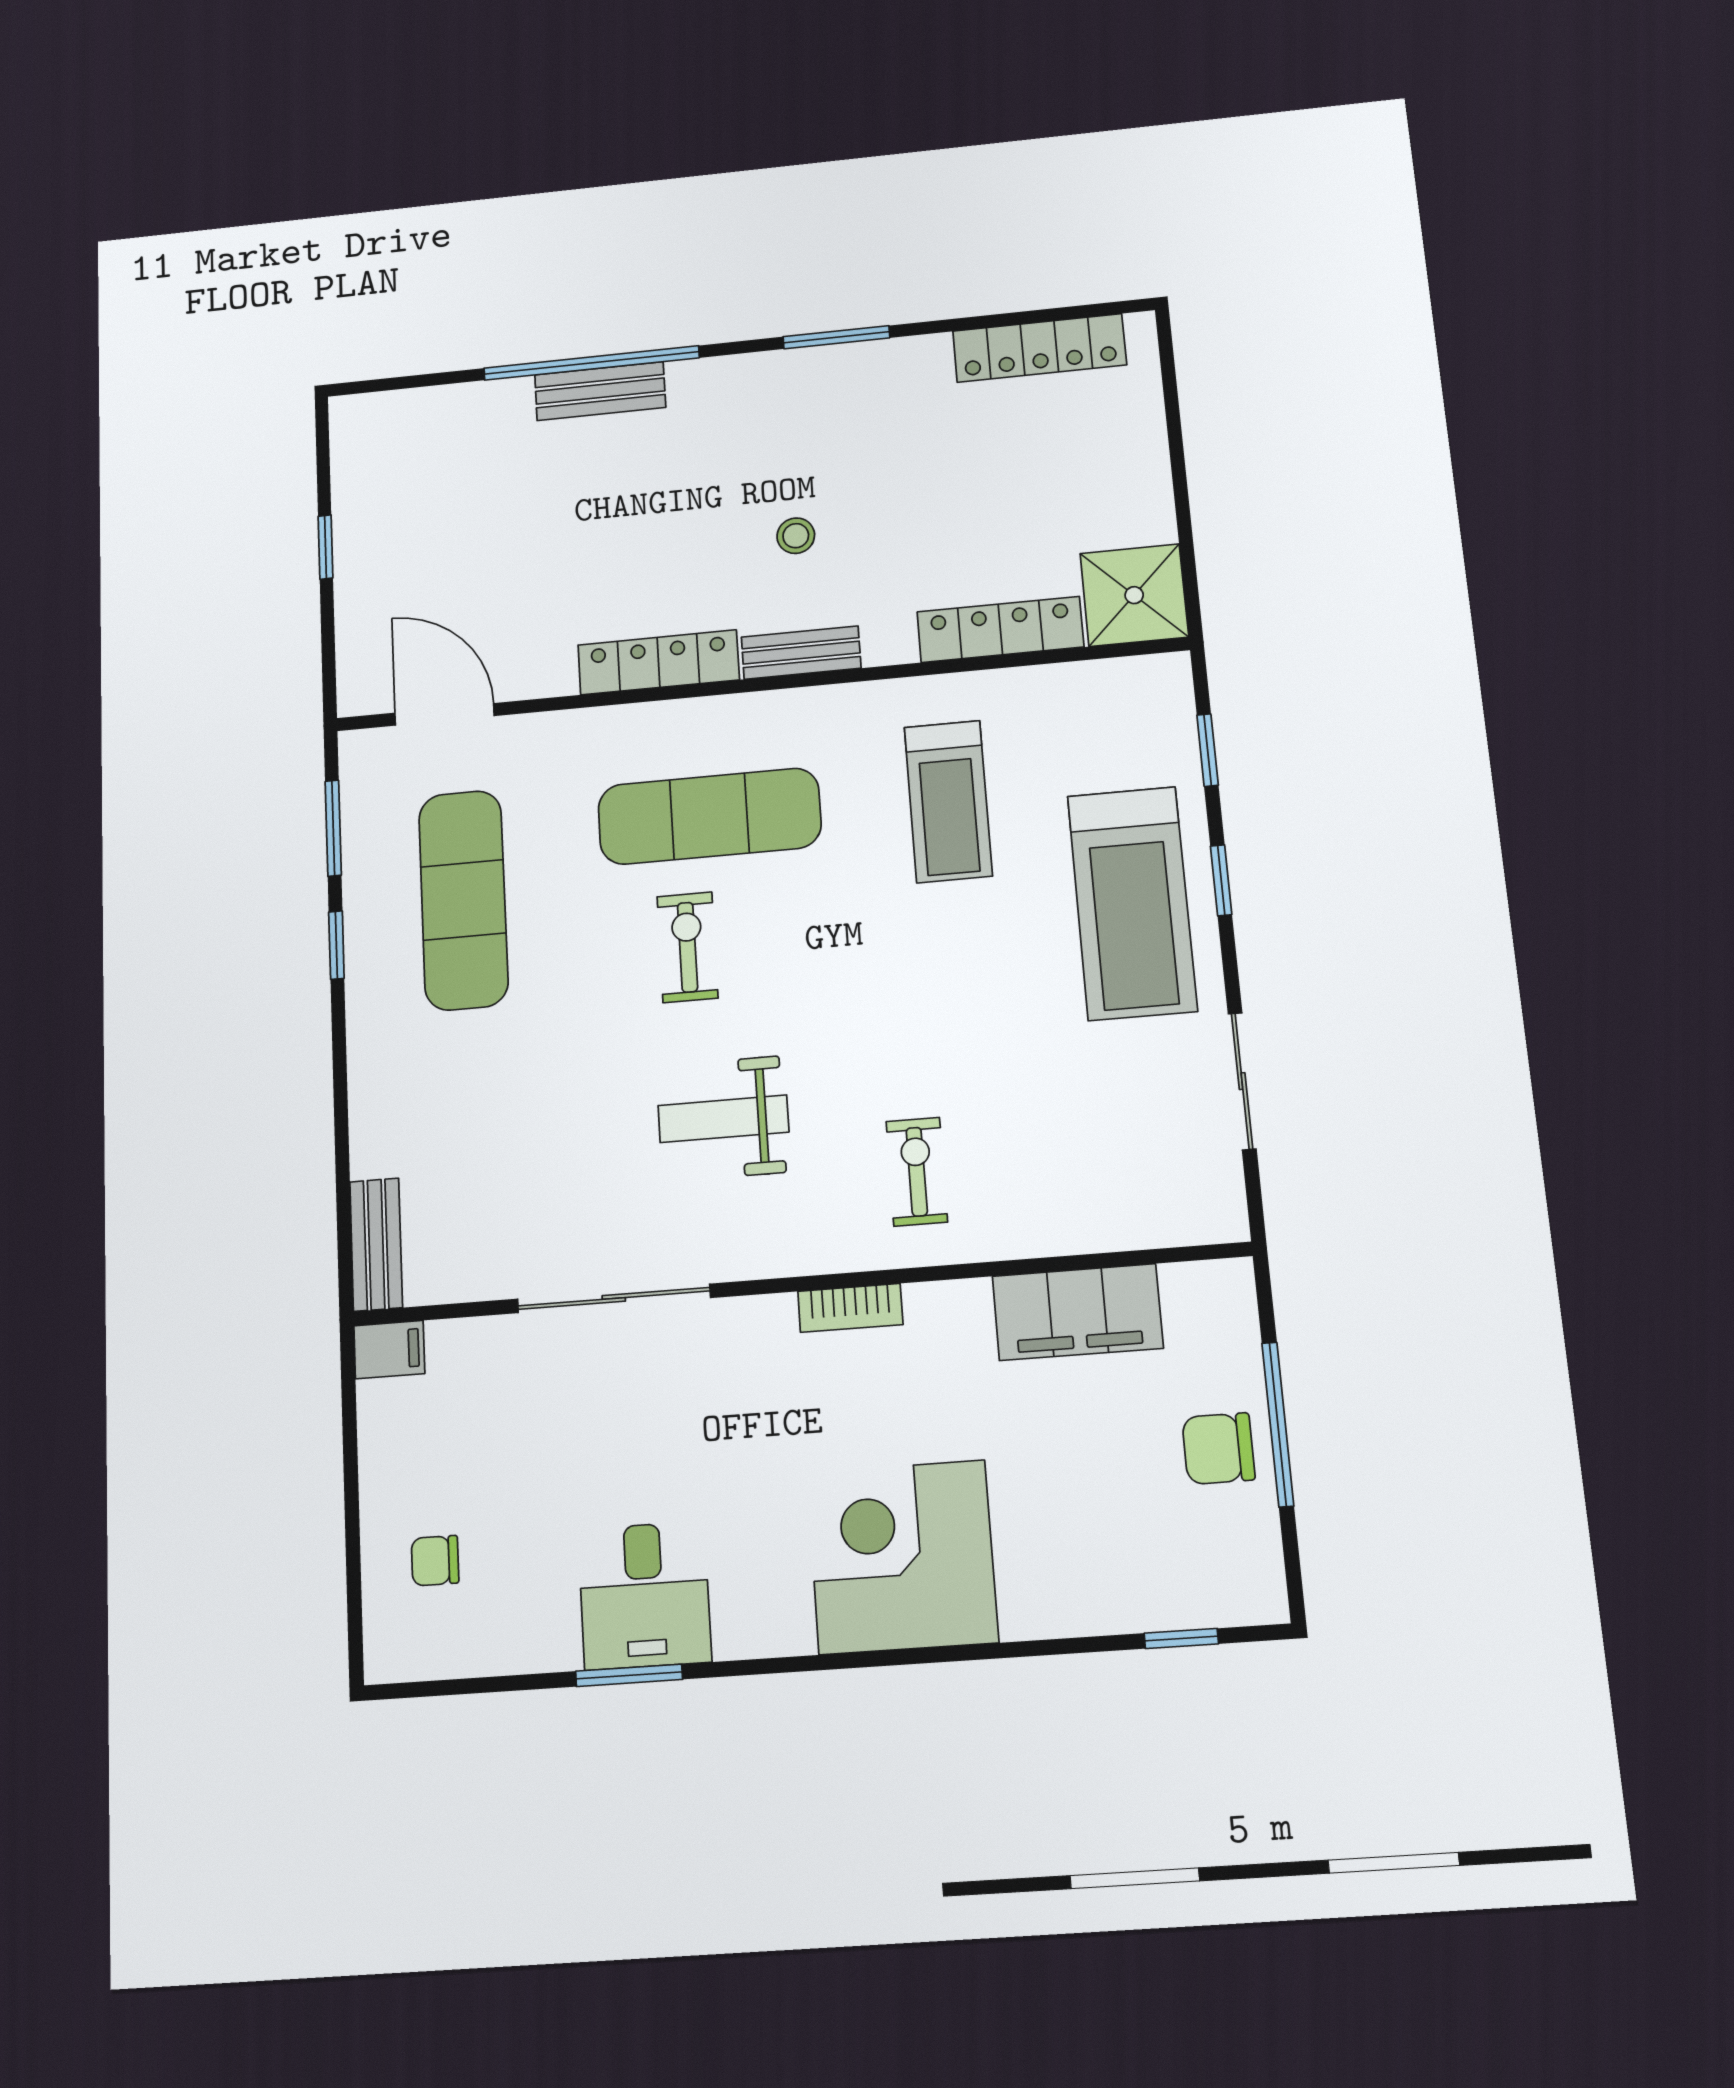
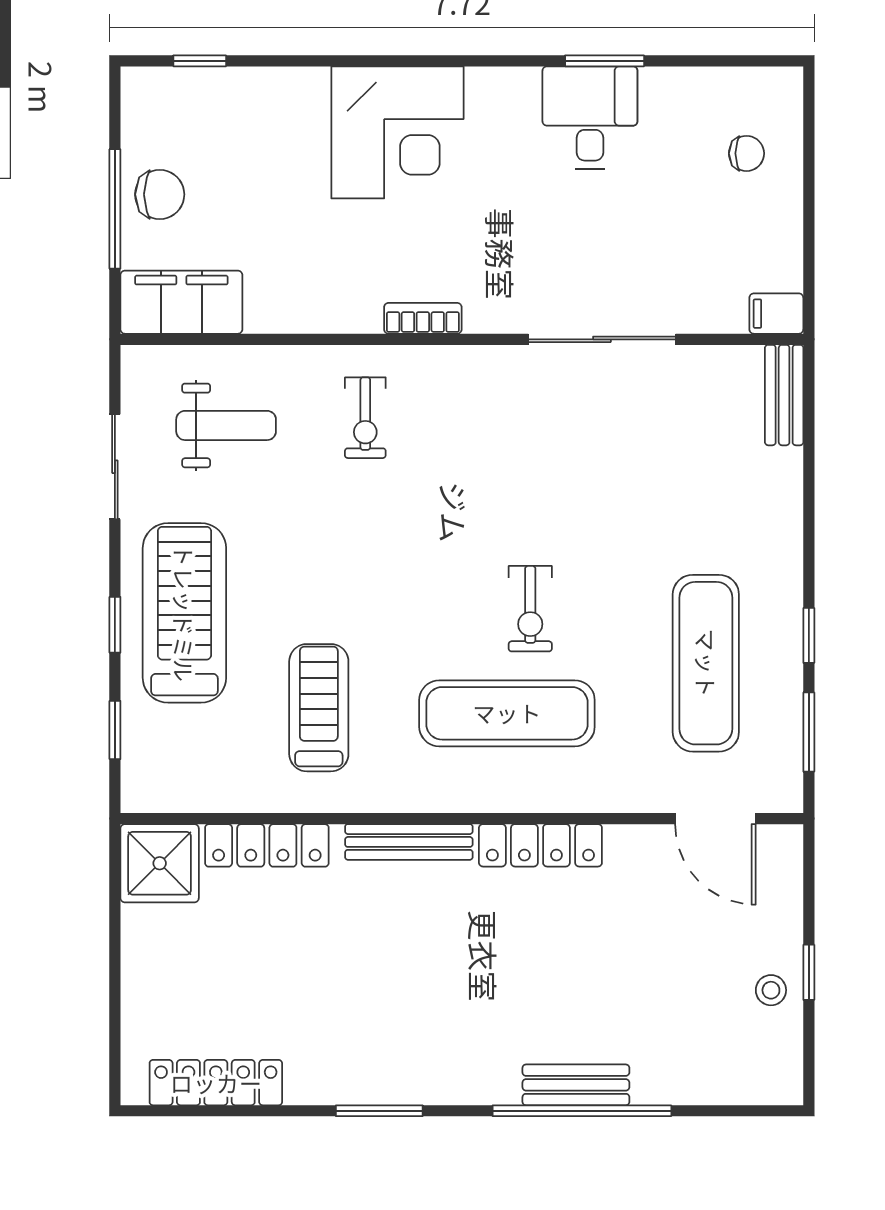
stool: (796, 536) -> (771, 990), moved
bench: (801, 653) -> (409, 842), width x1.36
weight bench: (723, 1119) -> (226, 425), moved
filing cabinet: (1078, 1312) -> (181, 302), moved

